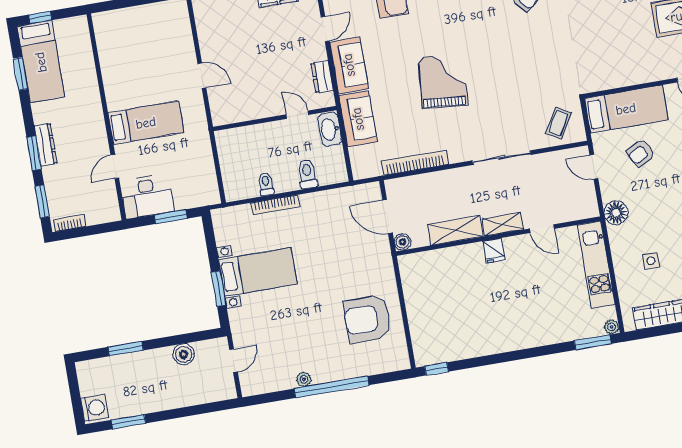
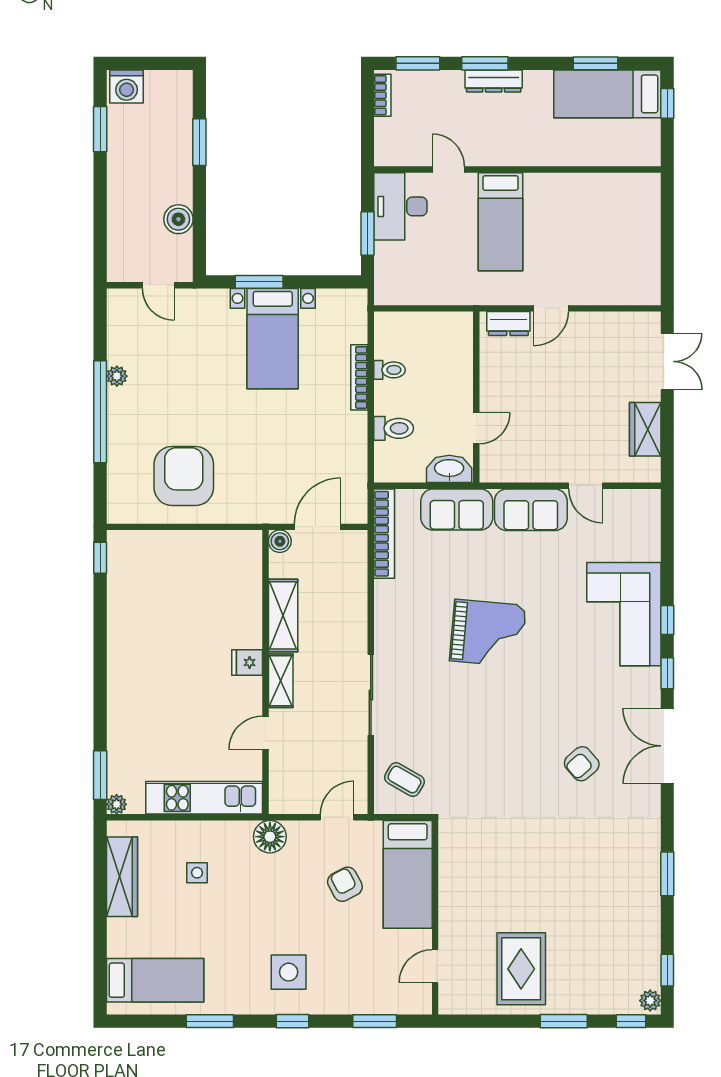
dresser: (322, 77) -> (508, 324), moved, turned 180
bookcase: (415, 163) -> (384, 534), moved

